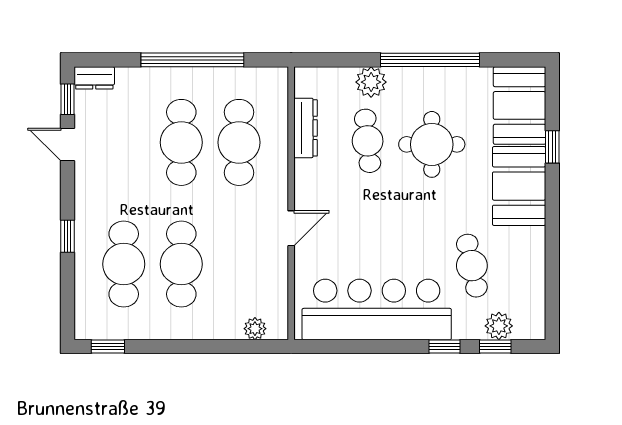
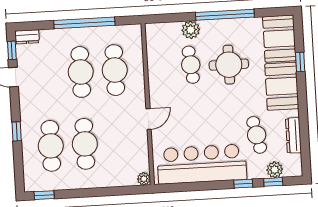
dresser: (306, 128) -> (293, 135), moved, turned 180
plant: (255, 329) -> (144, 179), moved

